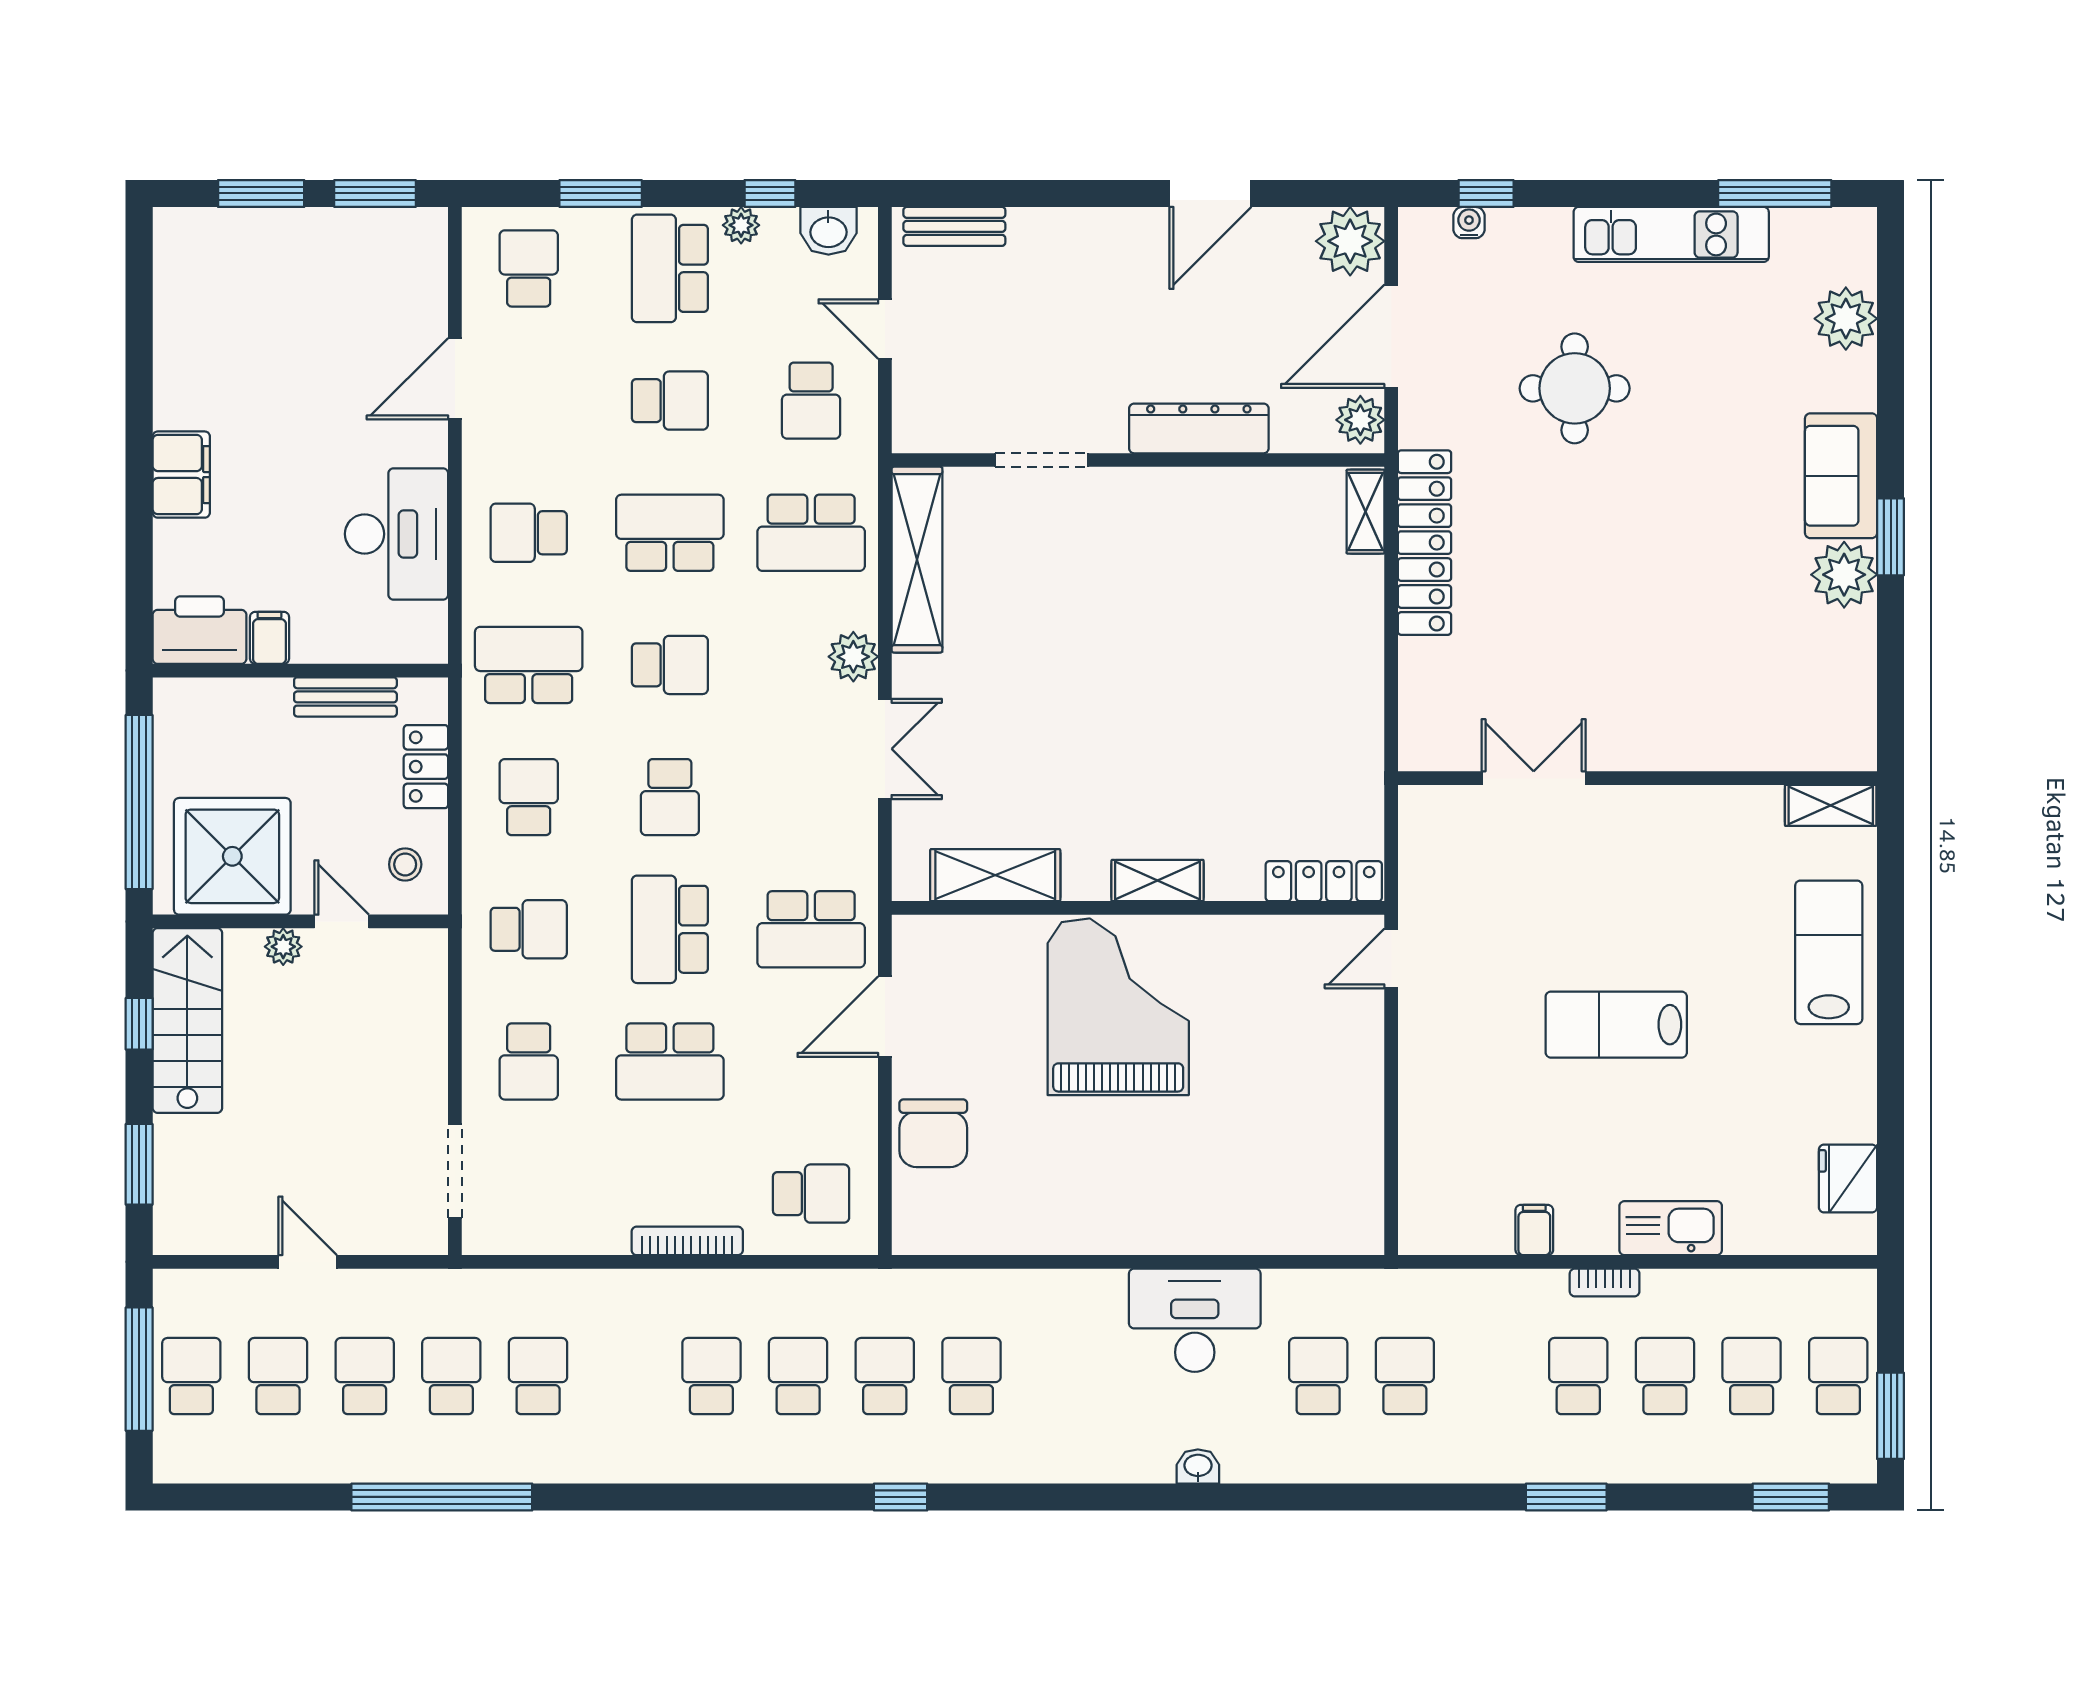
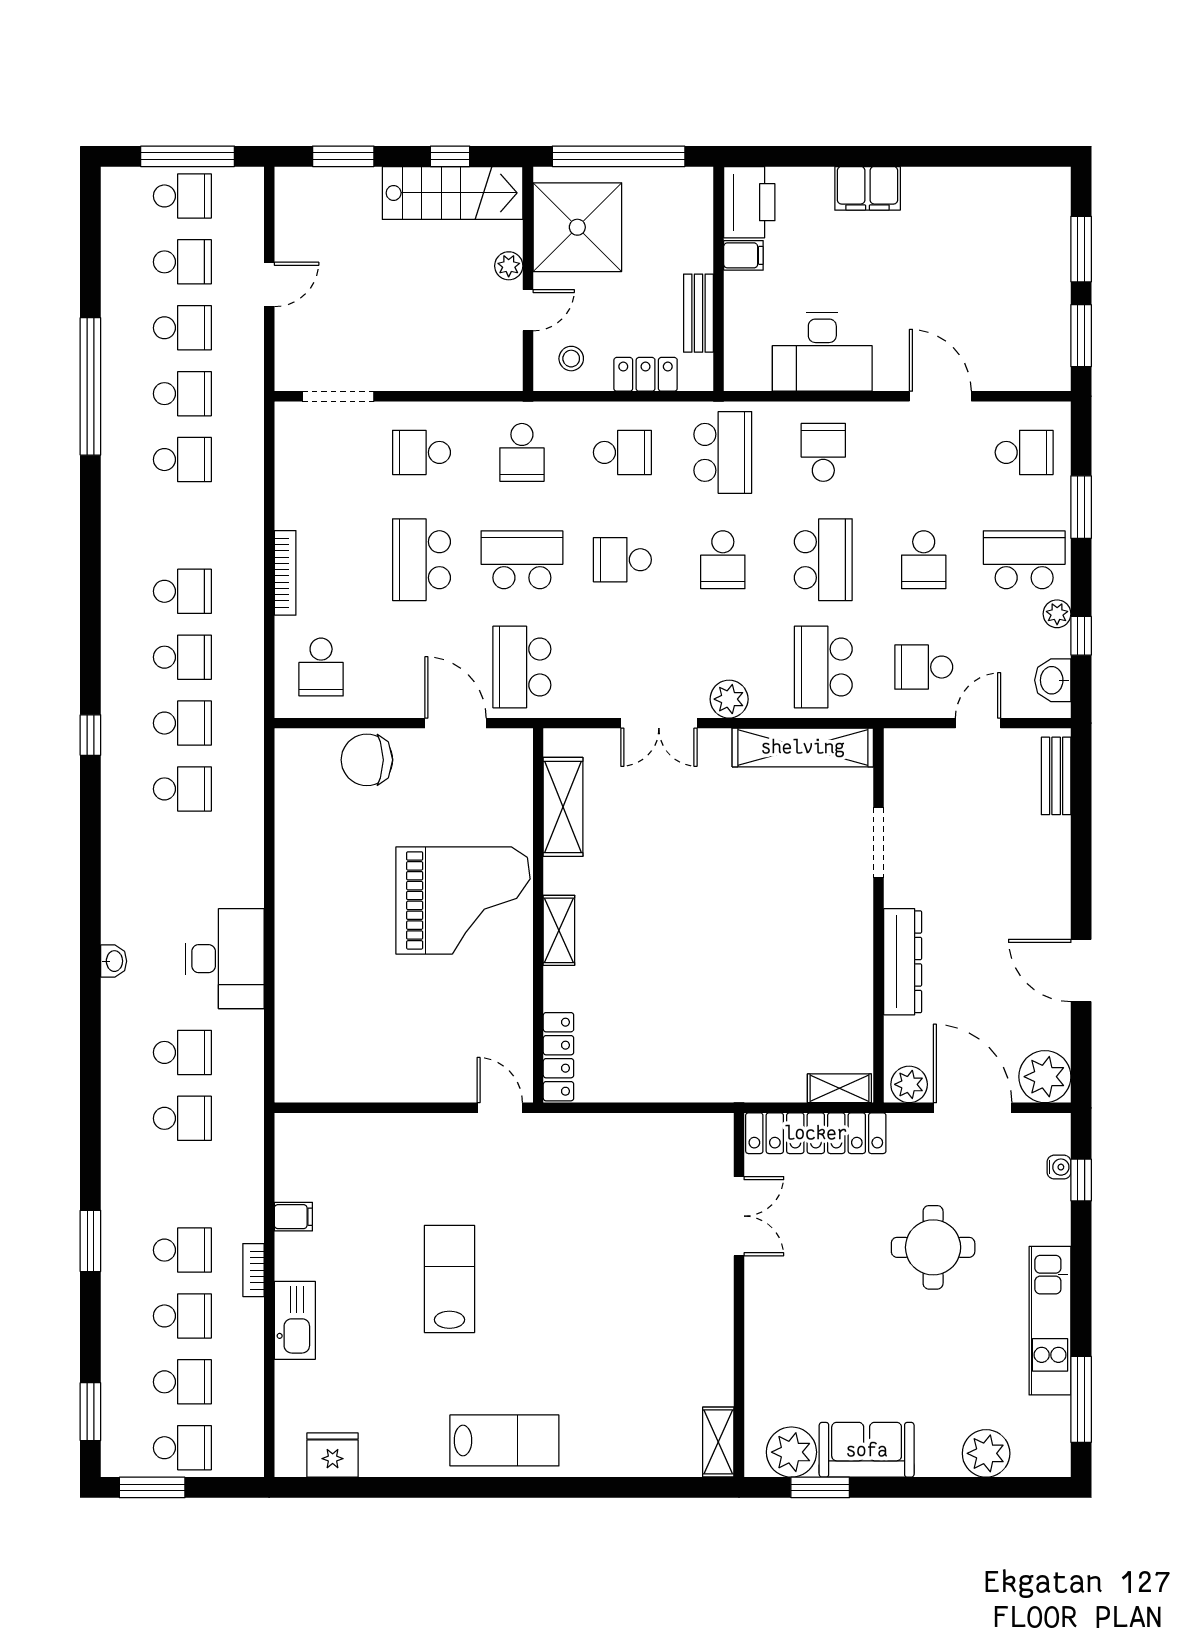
double door: (1534, 778) -> (739, 1216), moved
wall: (1637, 778) -> (739, 1295), moved
shelving: (1831, 805) -> (718, 1442), moved

